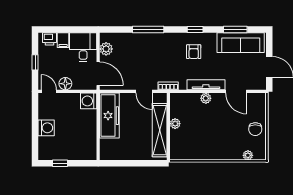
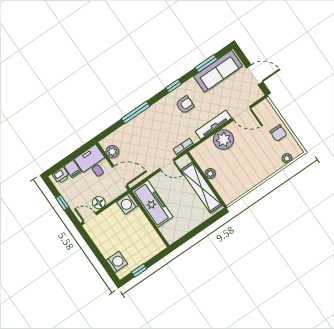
armchair: (194, 52) -> (185, 105), turned -90
plant: (206, 98) -> (223, 140), width x1.87, depth x1.87
washing machine: (46, 128) -> (117, 262), moved

